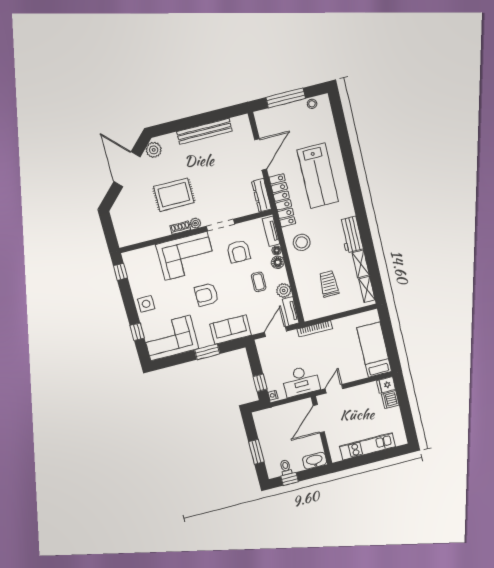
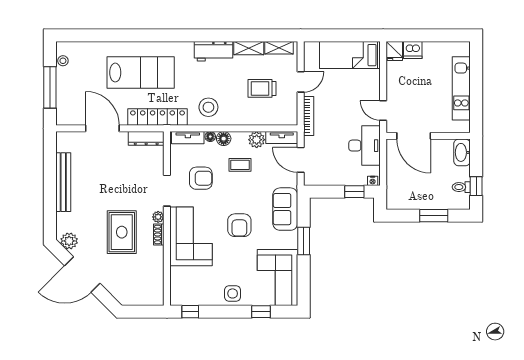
door: (342, 315) -> (301, 82), added

